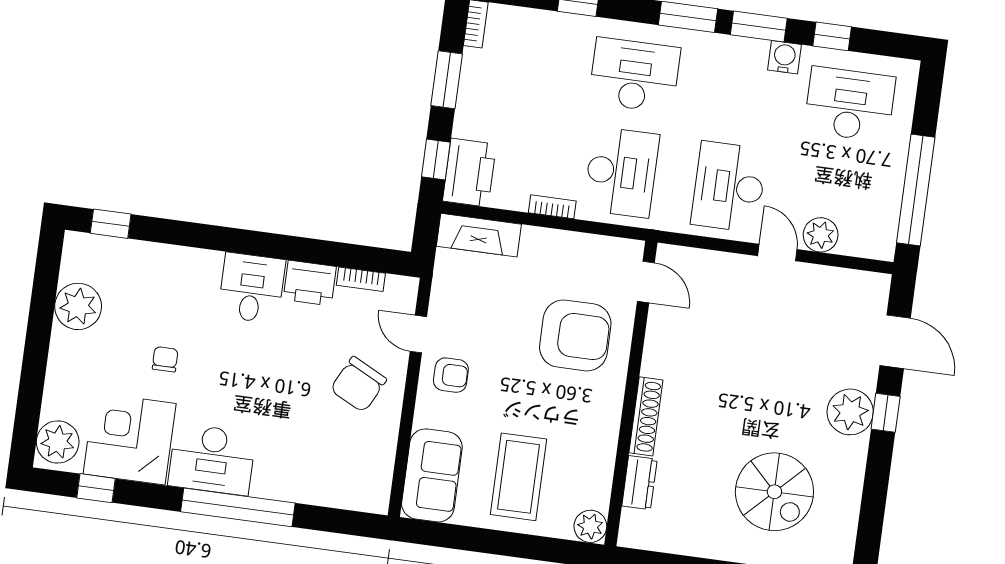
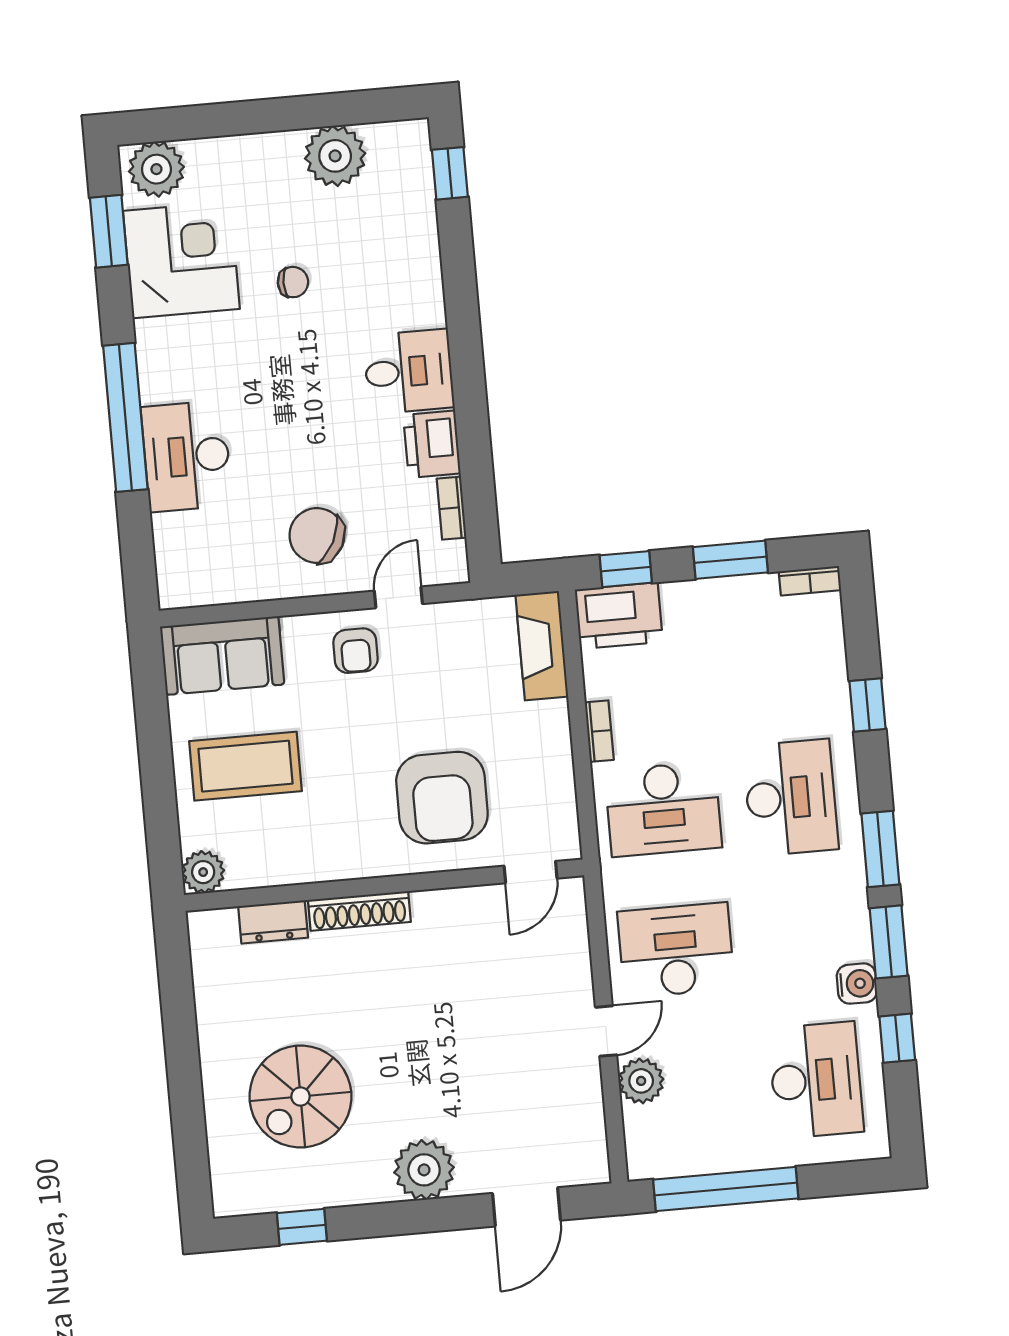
window: (886, 413) -> (302, 1227), moved
desk: (212, 459) -> (187, 456), moved
window: (96, 488) -> (109, 231), width x1.50

